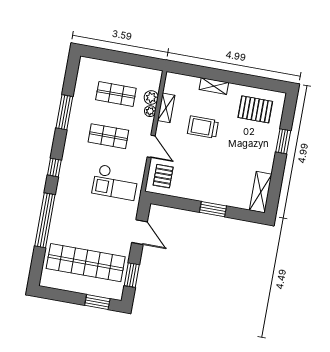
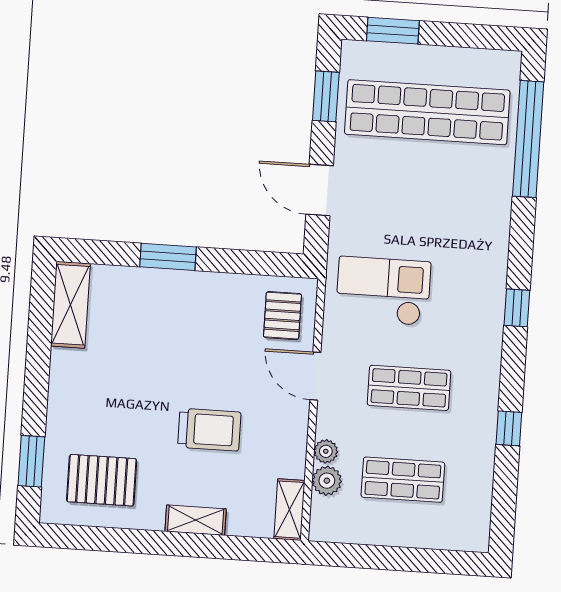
shelving: (166, 108) -> (289, 510), moved
window: (64, 112) -> (509, 428), width x0.46
window: (283, 141) -> (31, 461), moved
window: (45, 220) -> (528, 139), moved

